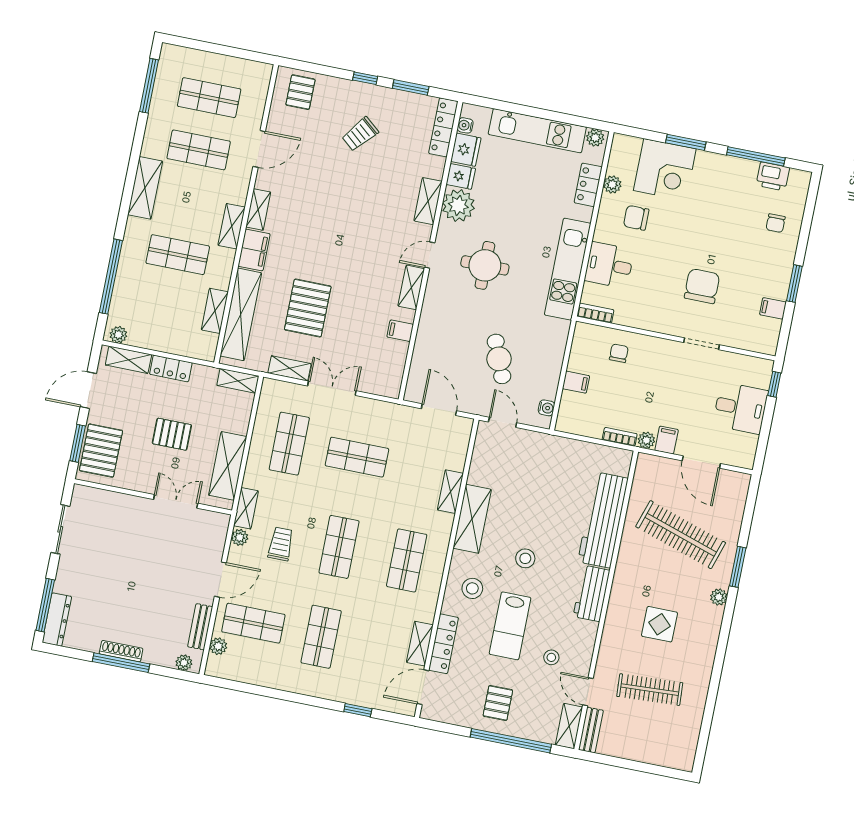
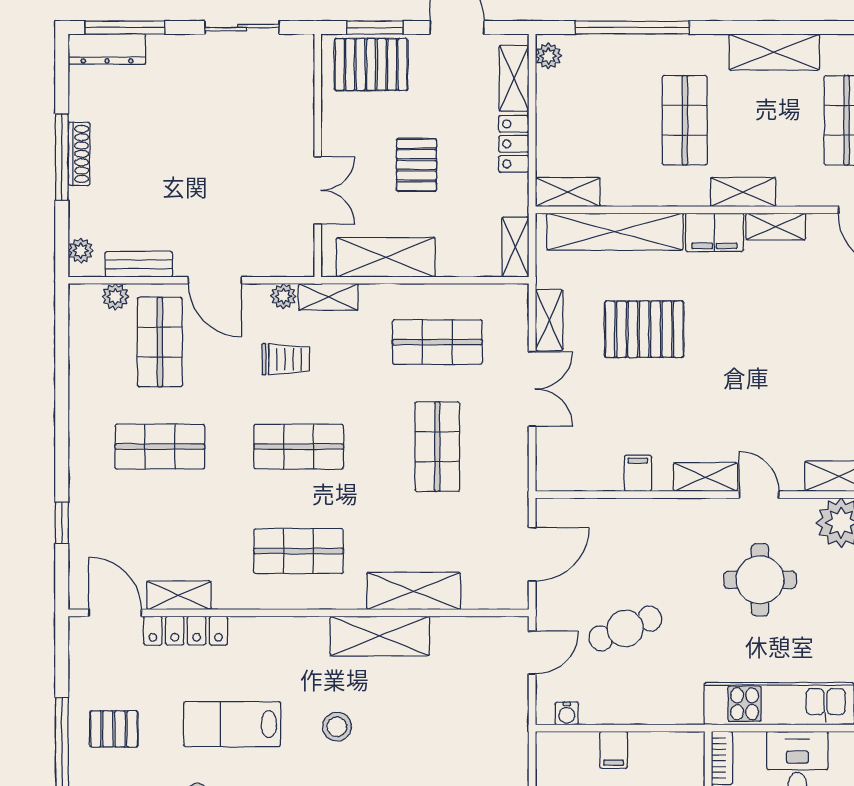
shelving: (215, 311) -> (568, 192), moved
shelving: (450, 492) -> (414, 591), width x1.50, depth x1.33
stool: (472, 588) -> (277, 657), removed

